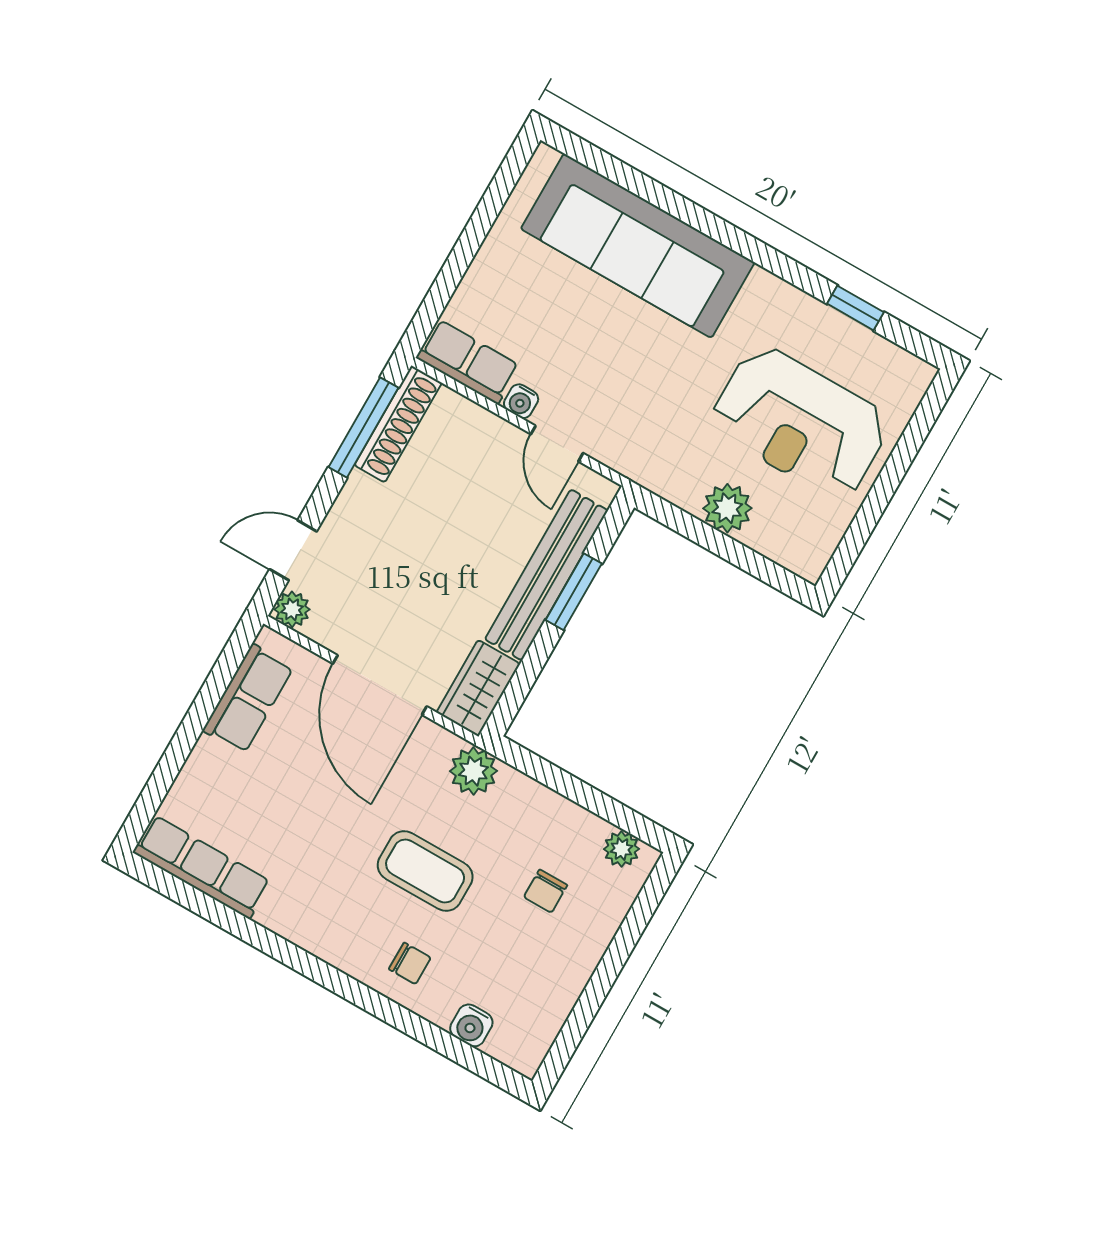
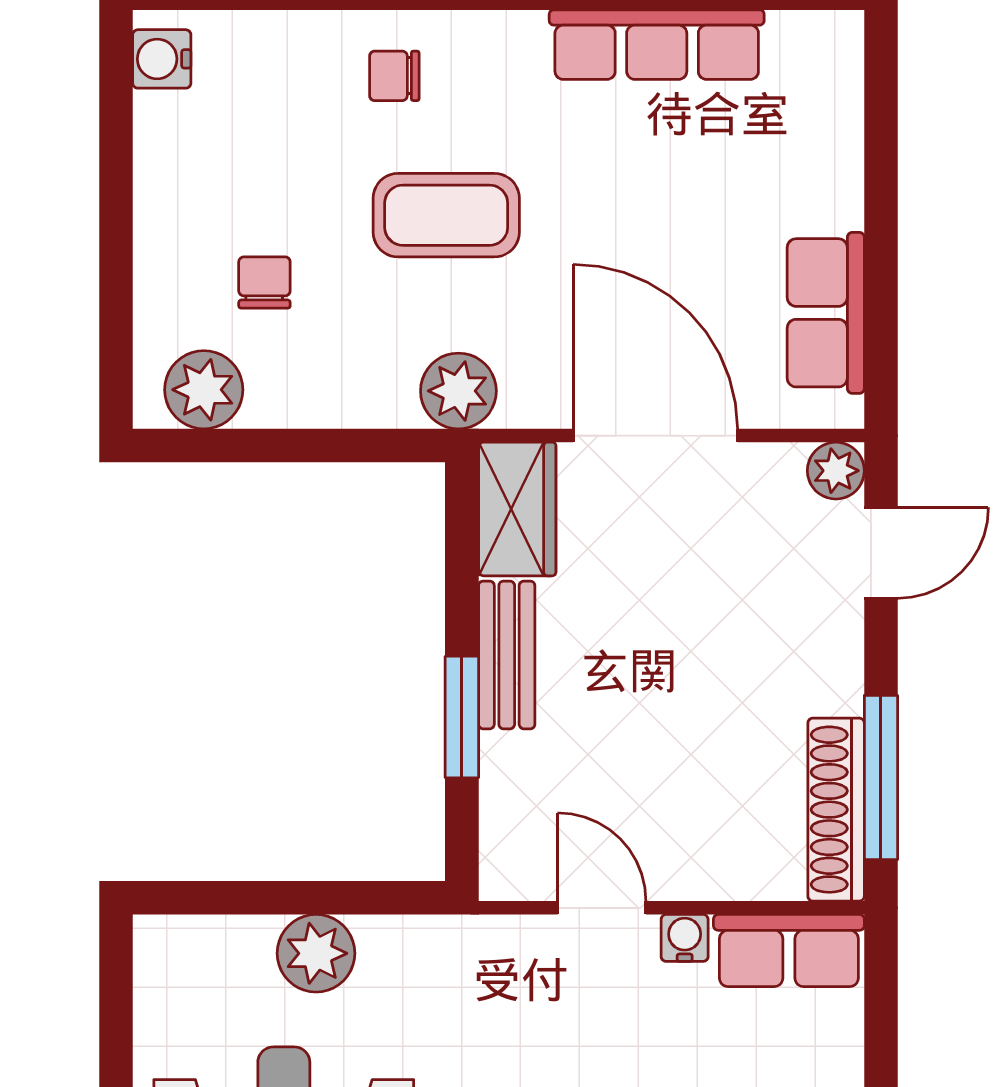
bench: (546, 575) -> (507, 655), width x0.54, depth x0.82
plant: (621, 849) -> (204, 390), width x1.38, depth x1.38
row of seats: (202, 867) -> (657, 45), moved
water cooler: (471, 1025) -> (162, 59), moved, turned -90

